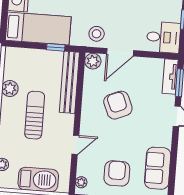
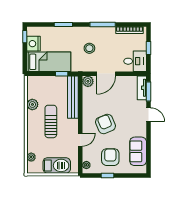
stool: (97, 34) -> (89, 48), moved
armchair: (118, 105) -> (106, 124), moved

